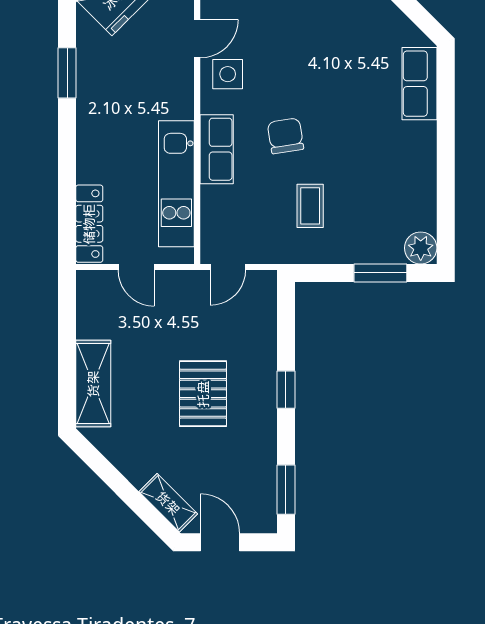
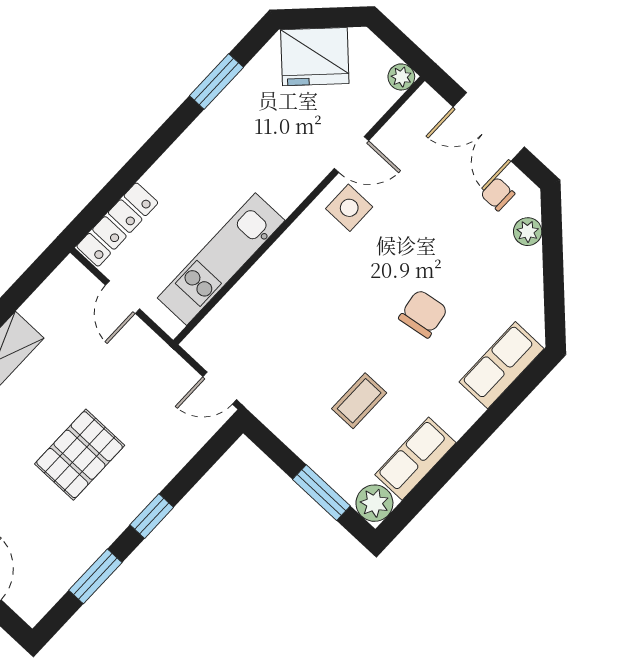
chair: (285, 136) -> (423, 314), moved
row of seats: (217, 149) -> (415, 459), moved, turned 180
coffee table: (310, 206) -> (359, 401), moved
door: (228, 267) -> (220, 388), moved
window: (286, 490) -> (95, 576), moved

